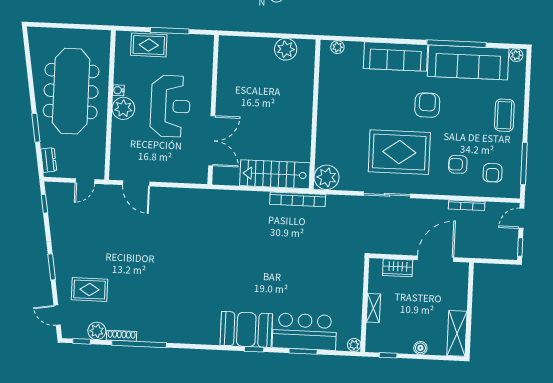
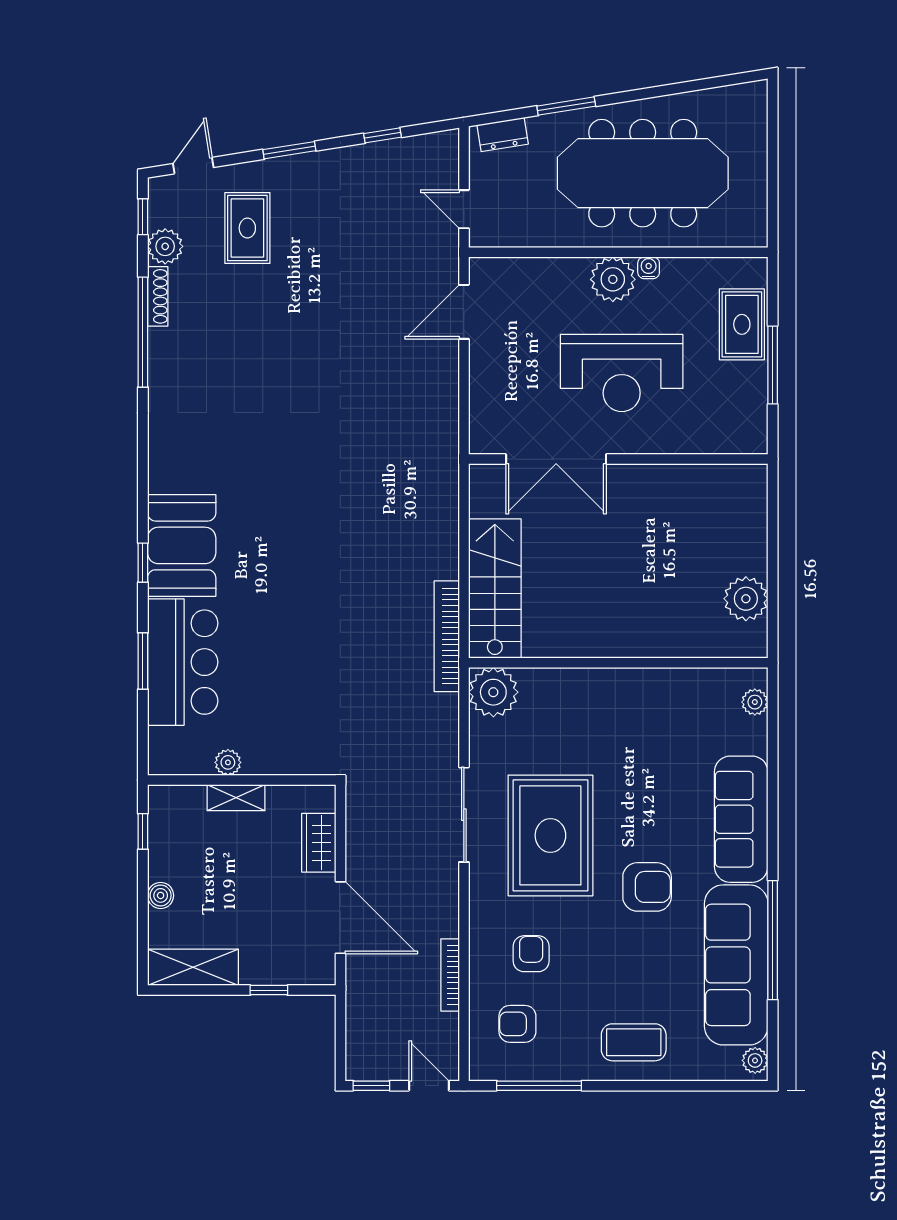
window: (44, 204) -> (383, 135), moved
window: (470, 296) -> (269, 990), added
plant: (354, 345) -> (228, 762), moved

